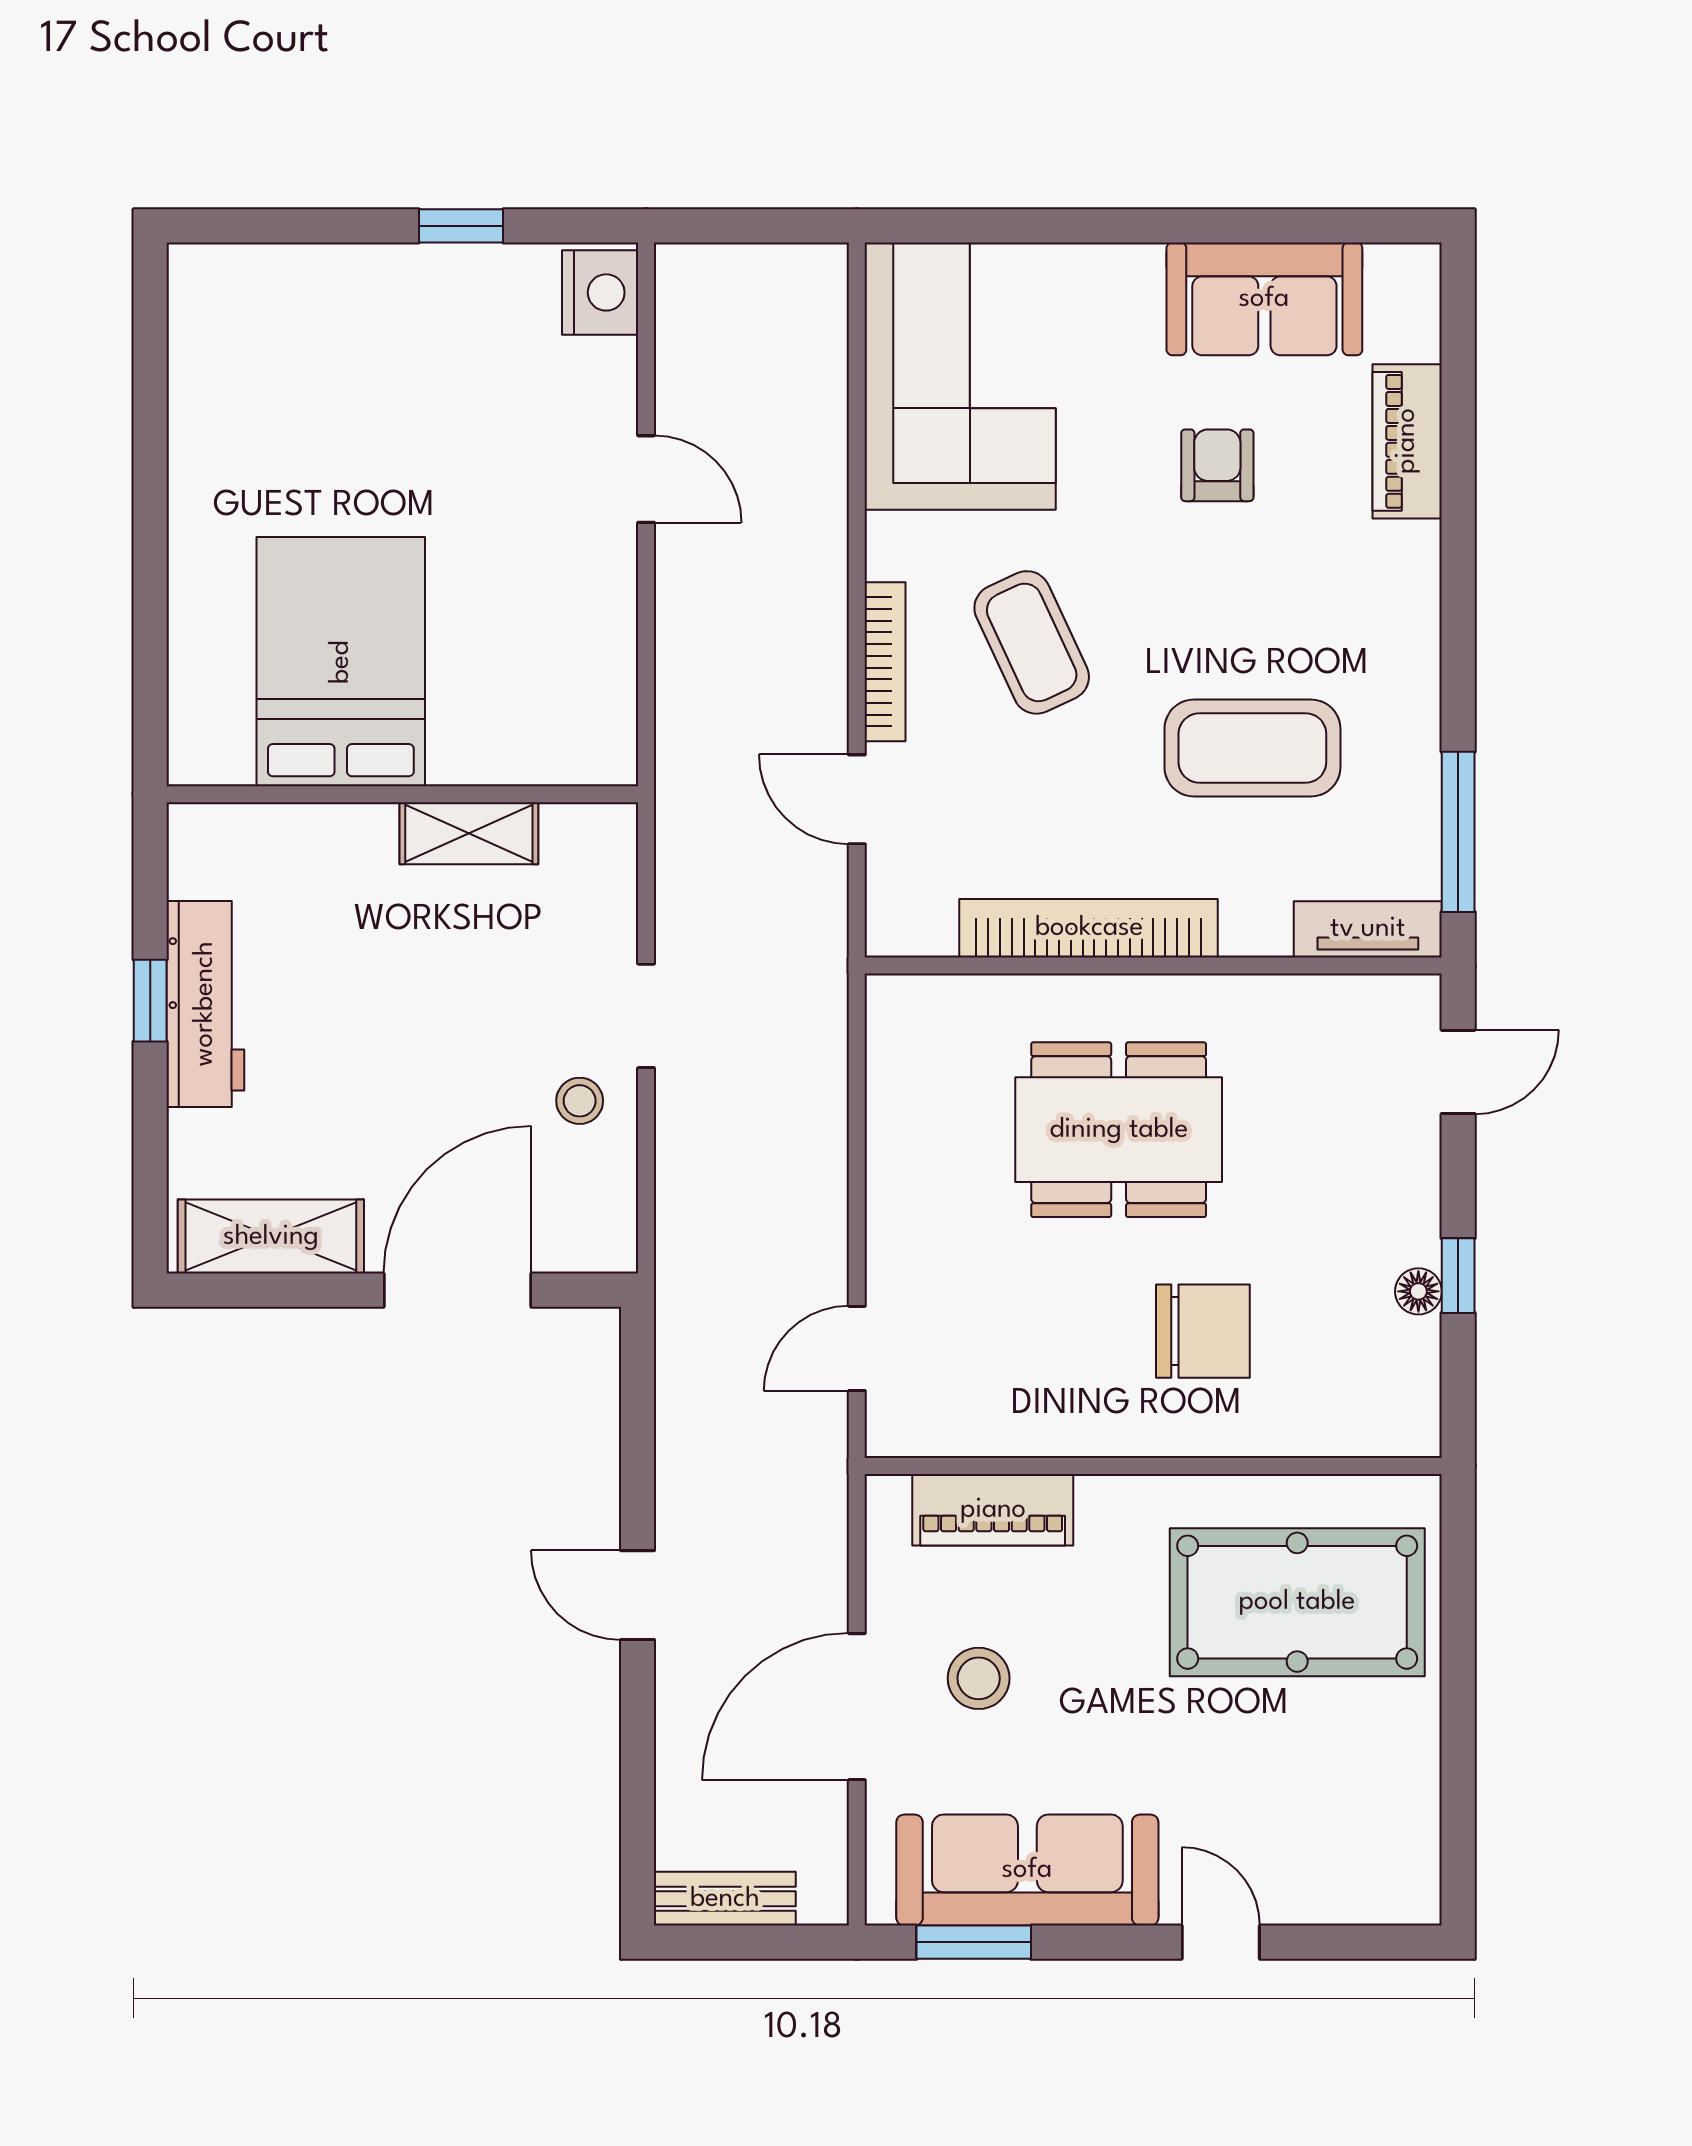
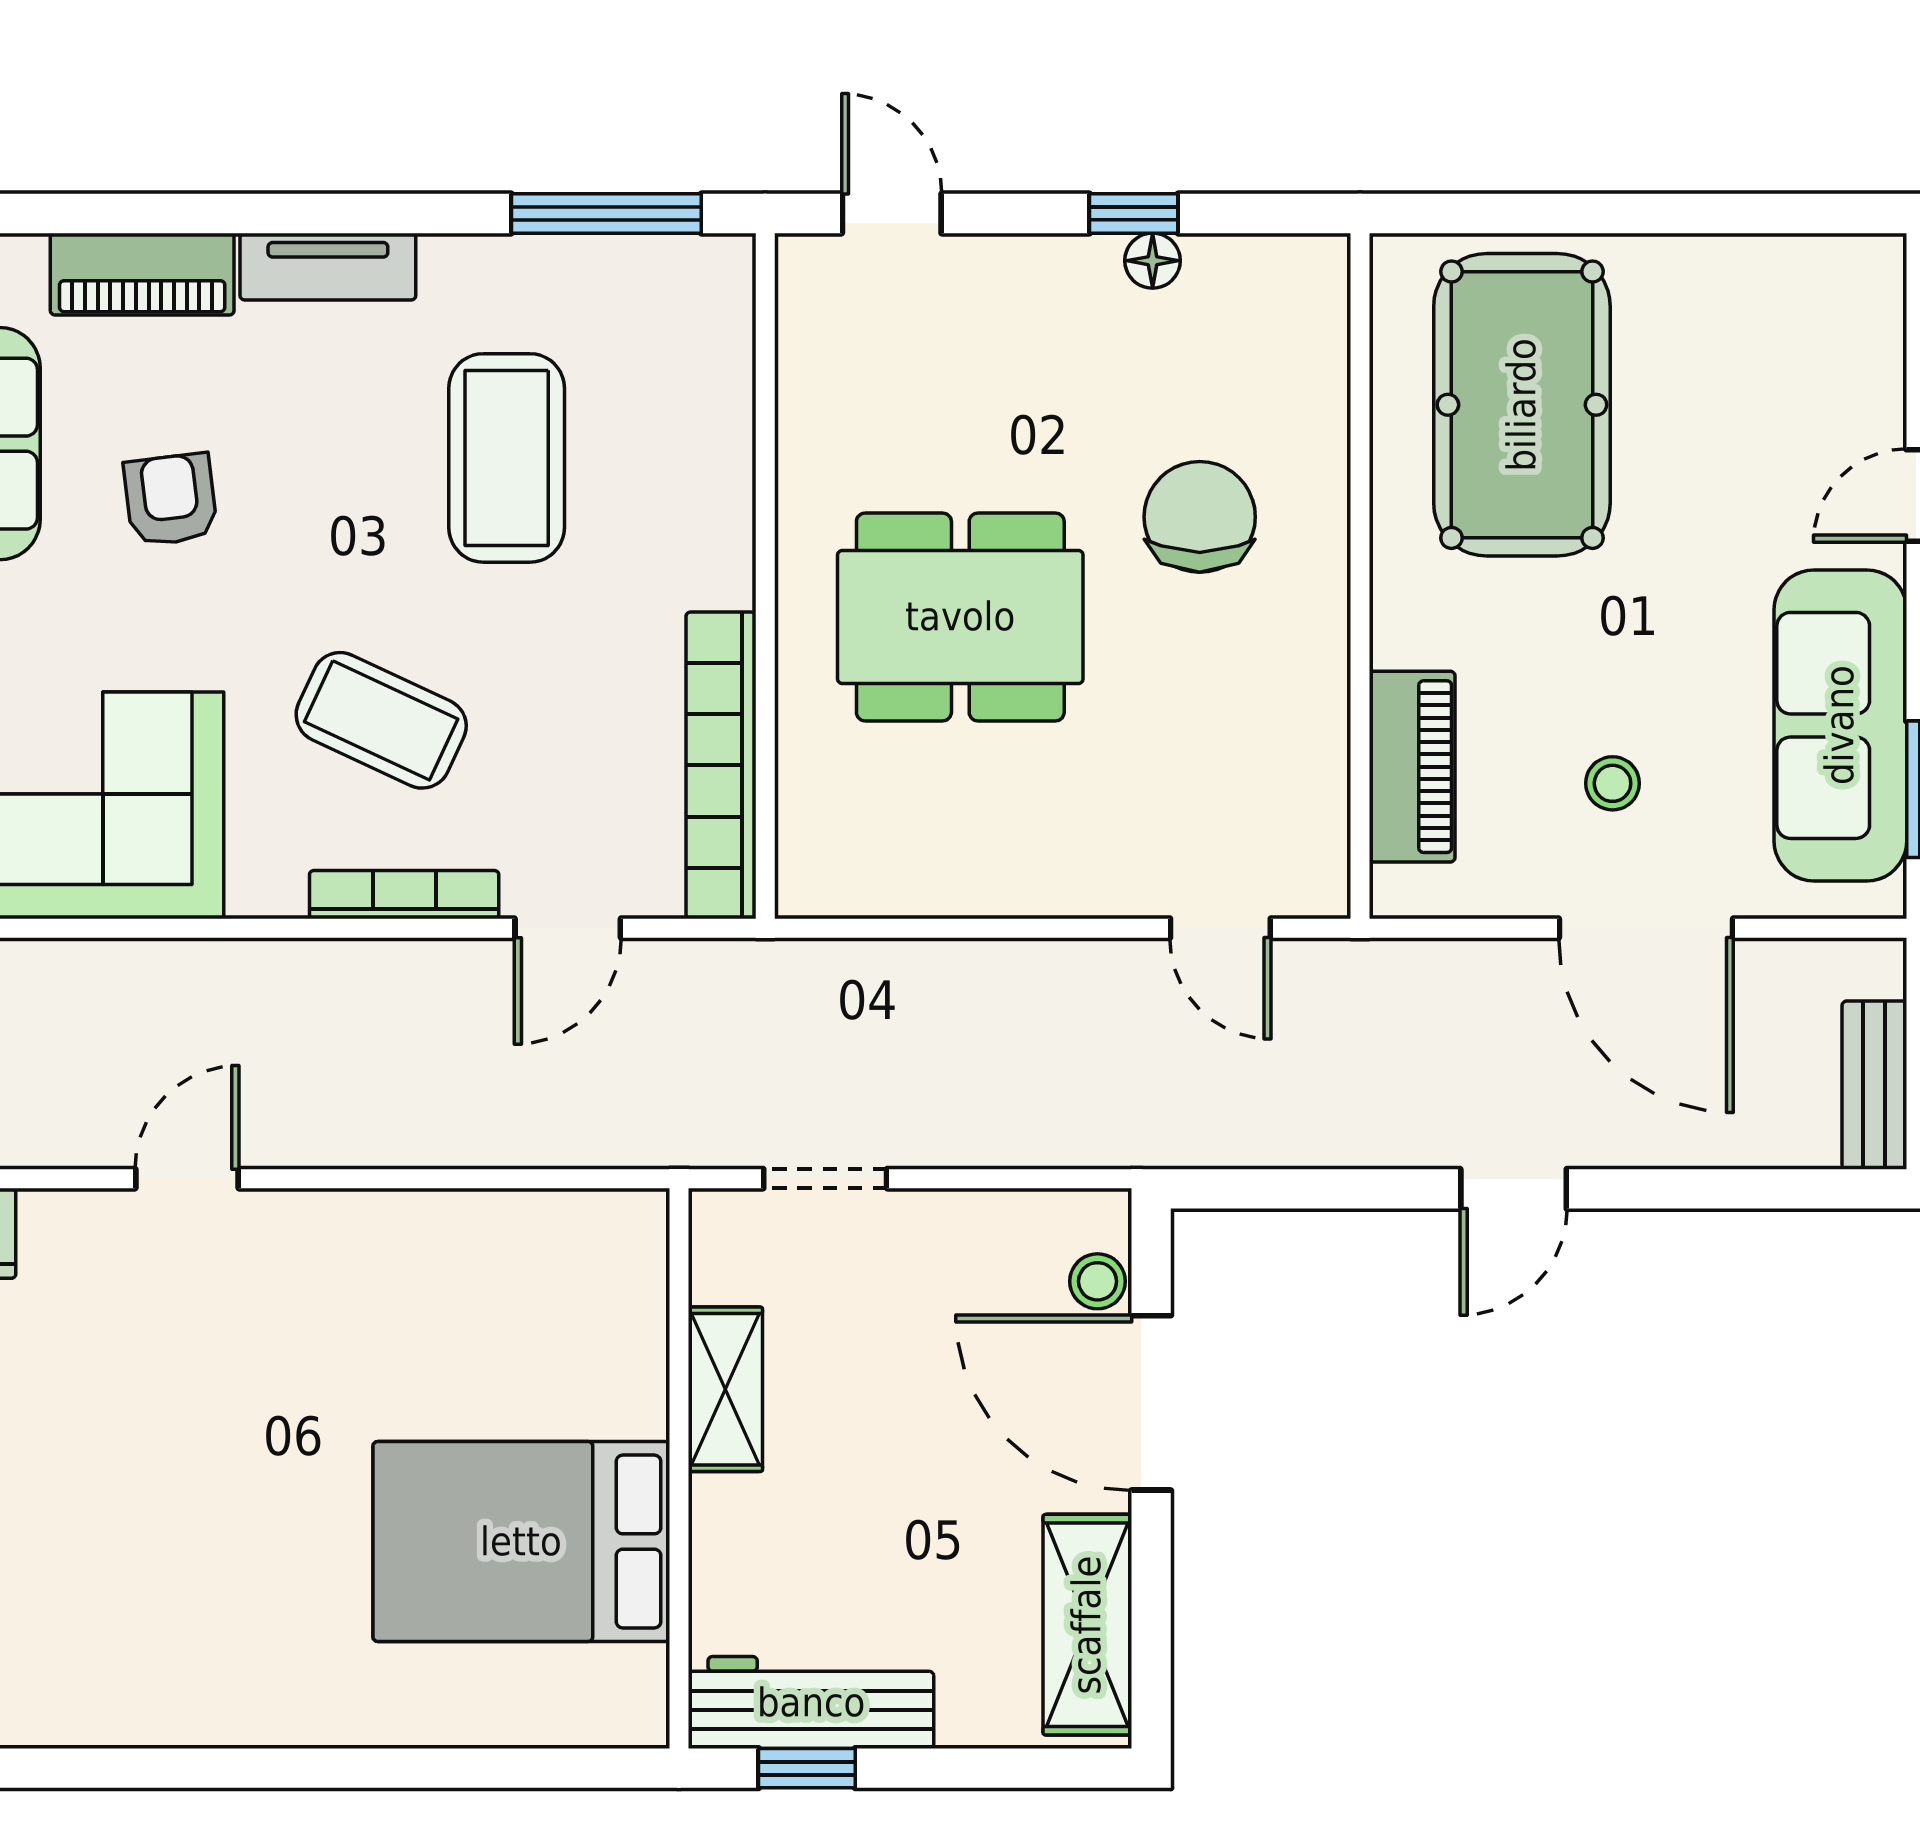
armchair: (1217, 465) -> (171, 500), turned 83
coffee table: (1032, 642) -> (381, 720), turned 50
bed: (341, 662) -> (521, 1542), moved
wall: (402, 794) -> (679, 1468), moved
shelving: (469, 833) -> (725, 1389), moved
bookcase: (1089, 928) -> (721, 765), moved
tv unit: (1368, 929) -> (328, 267), moved, turned -90
stool: (580, 1101) -> (1098, 1281), moved
dining table: (1119, 1130) -> (960, 617), turned 90
stool: (979, 1678) -> (1613, 783), width x0.73, depth x0.73

